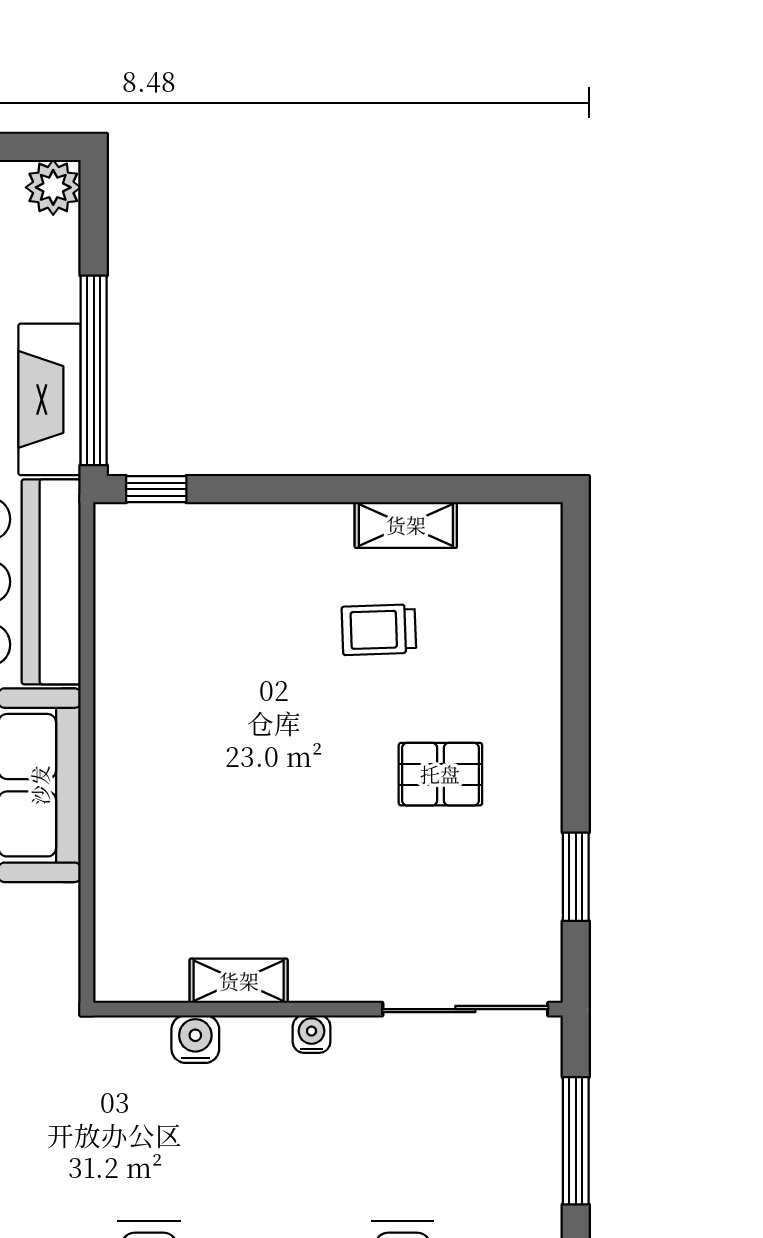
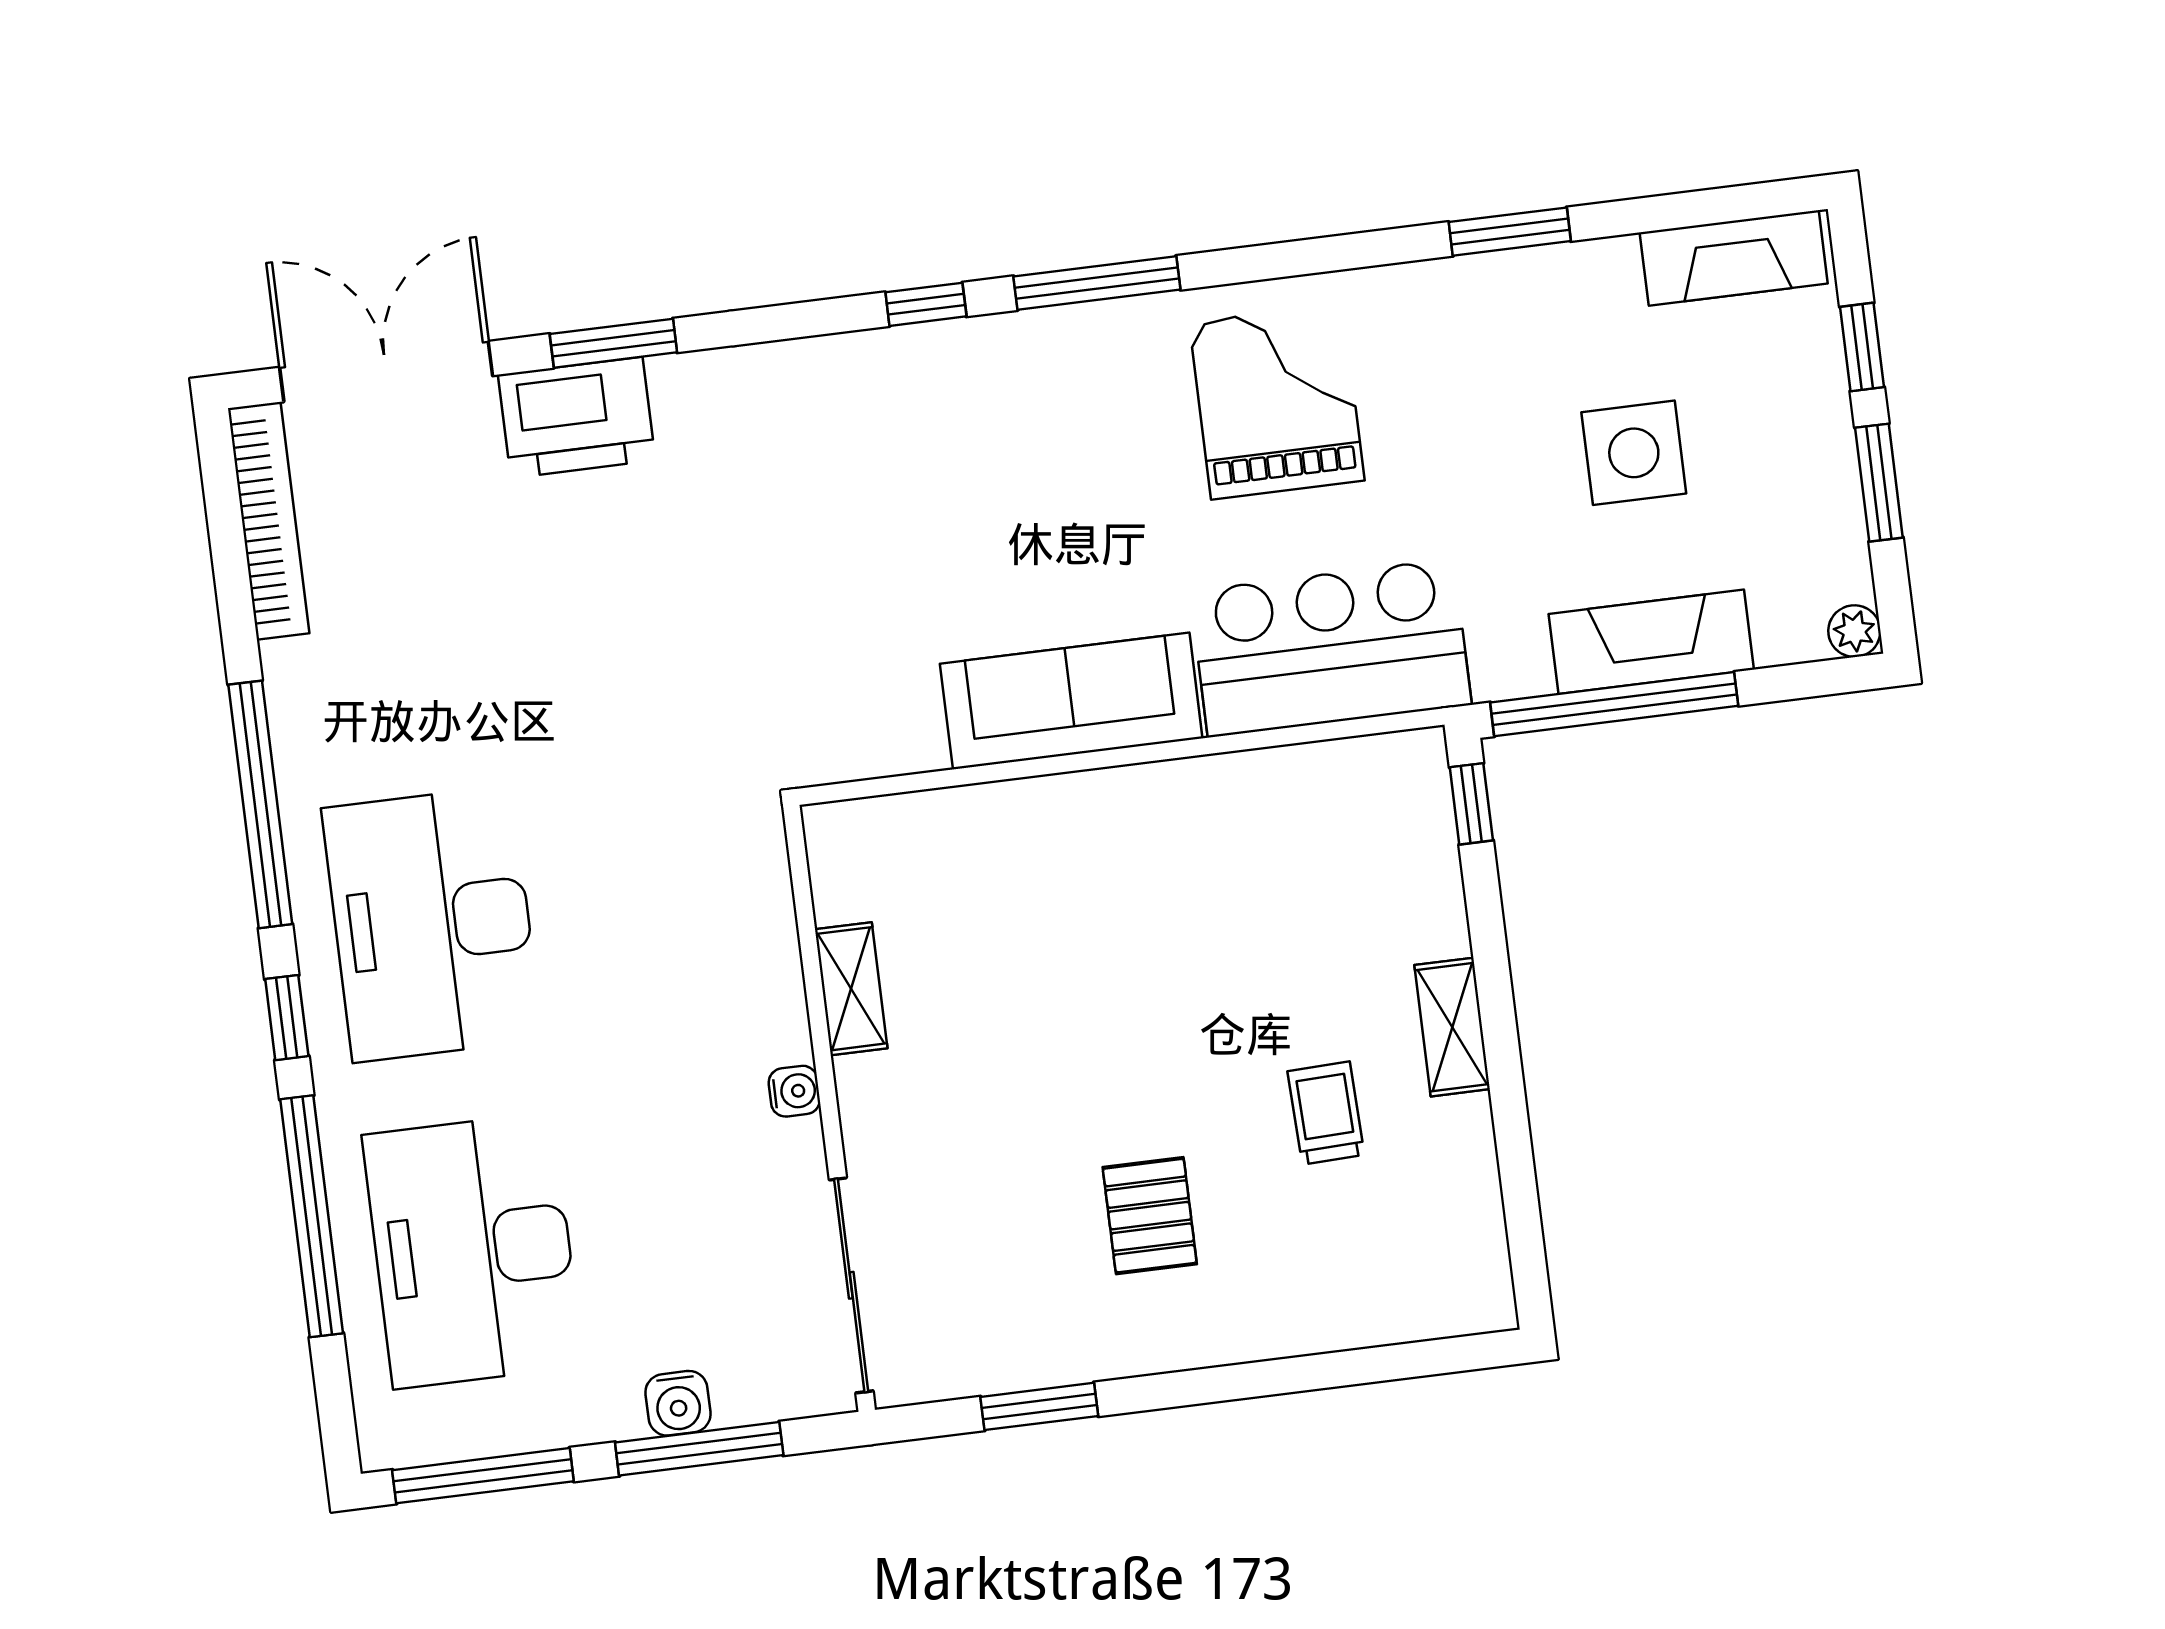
plant: (53, 187) -> (1854, 631), width x0.73, depth x0.73
fireplace: (50, 399) -> (1651, 642), moved
shelving: (406, 525) -> (1452, 1027), moved
water cooler: (195, 1039) -> (678, 1403), moved, turned 90

